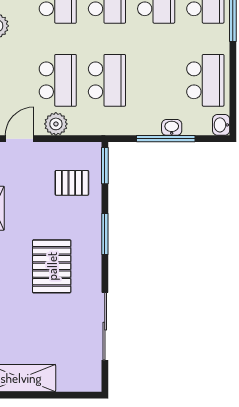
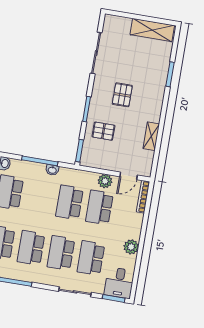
washbasin: (172, 127) -> (52, 170), moved
pallet: (72, 183) -> (103, 131), moved
pallet: (52, 266) -> (122, 95), width x0.67, depth x0.71

